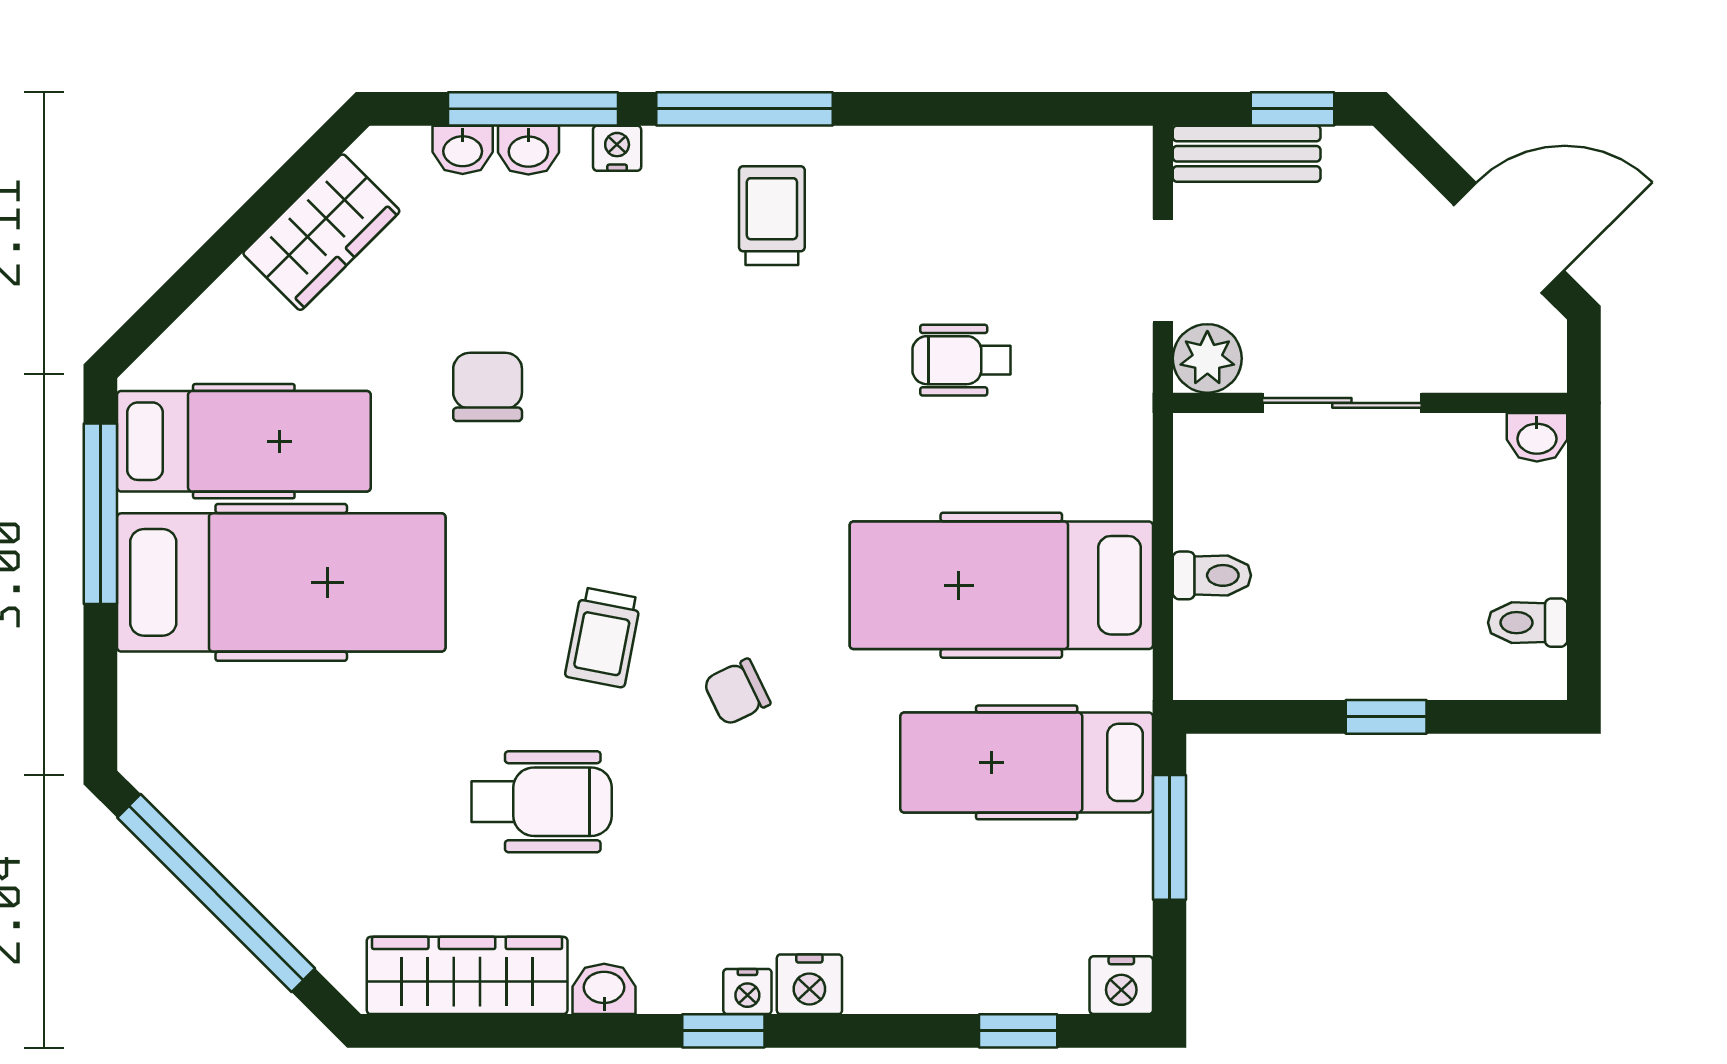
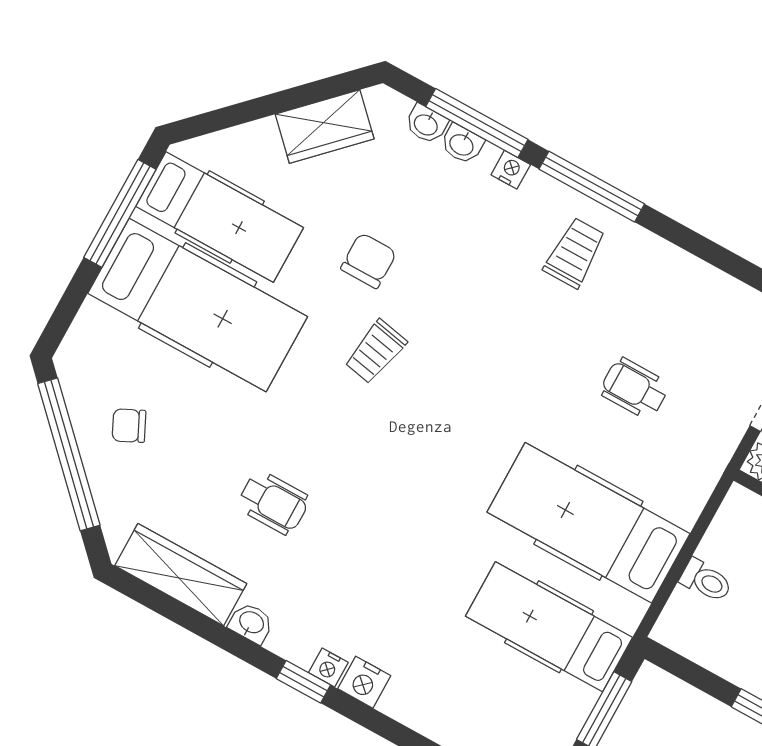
trolley: (603, 637) -> (375, 352), moved
chair: (737, 692) -> (129, 426), moved
wheelchair: (542, 802) -> (273, 502), width x0.73, depth x0.73

